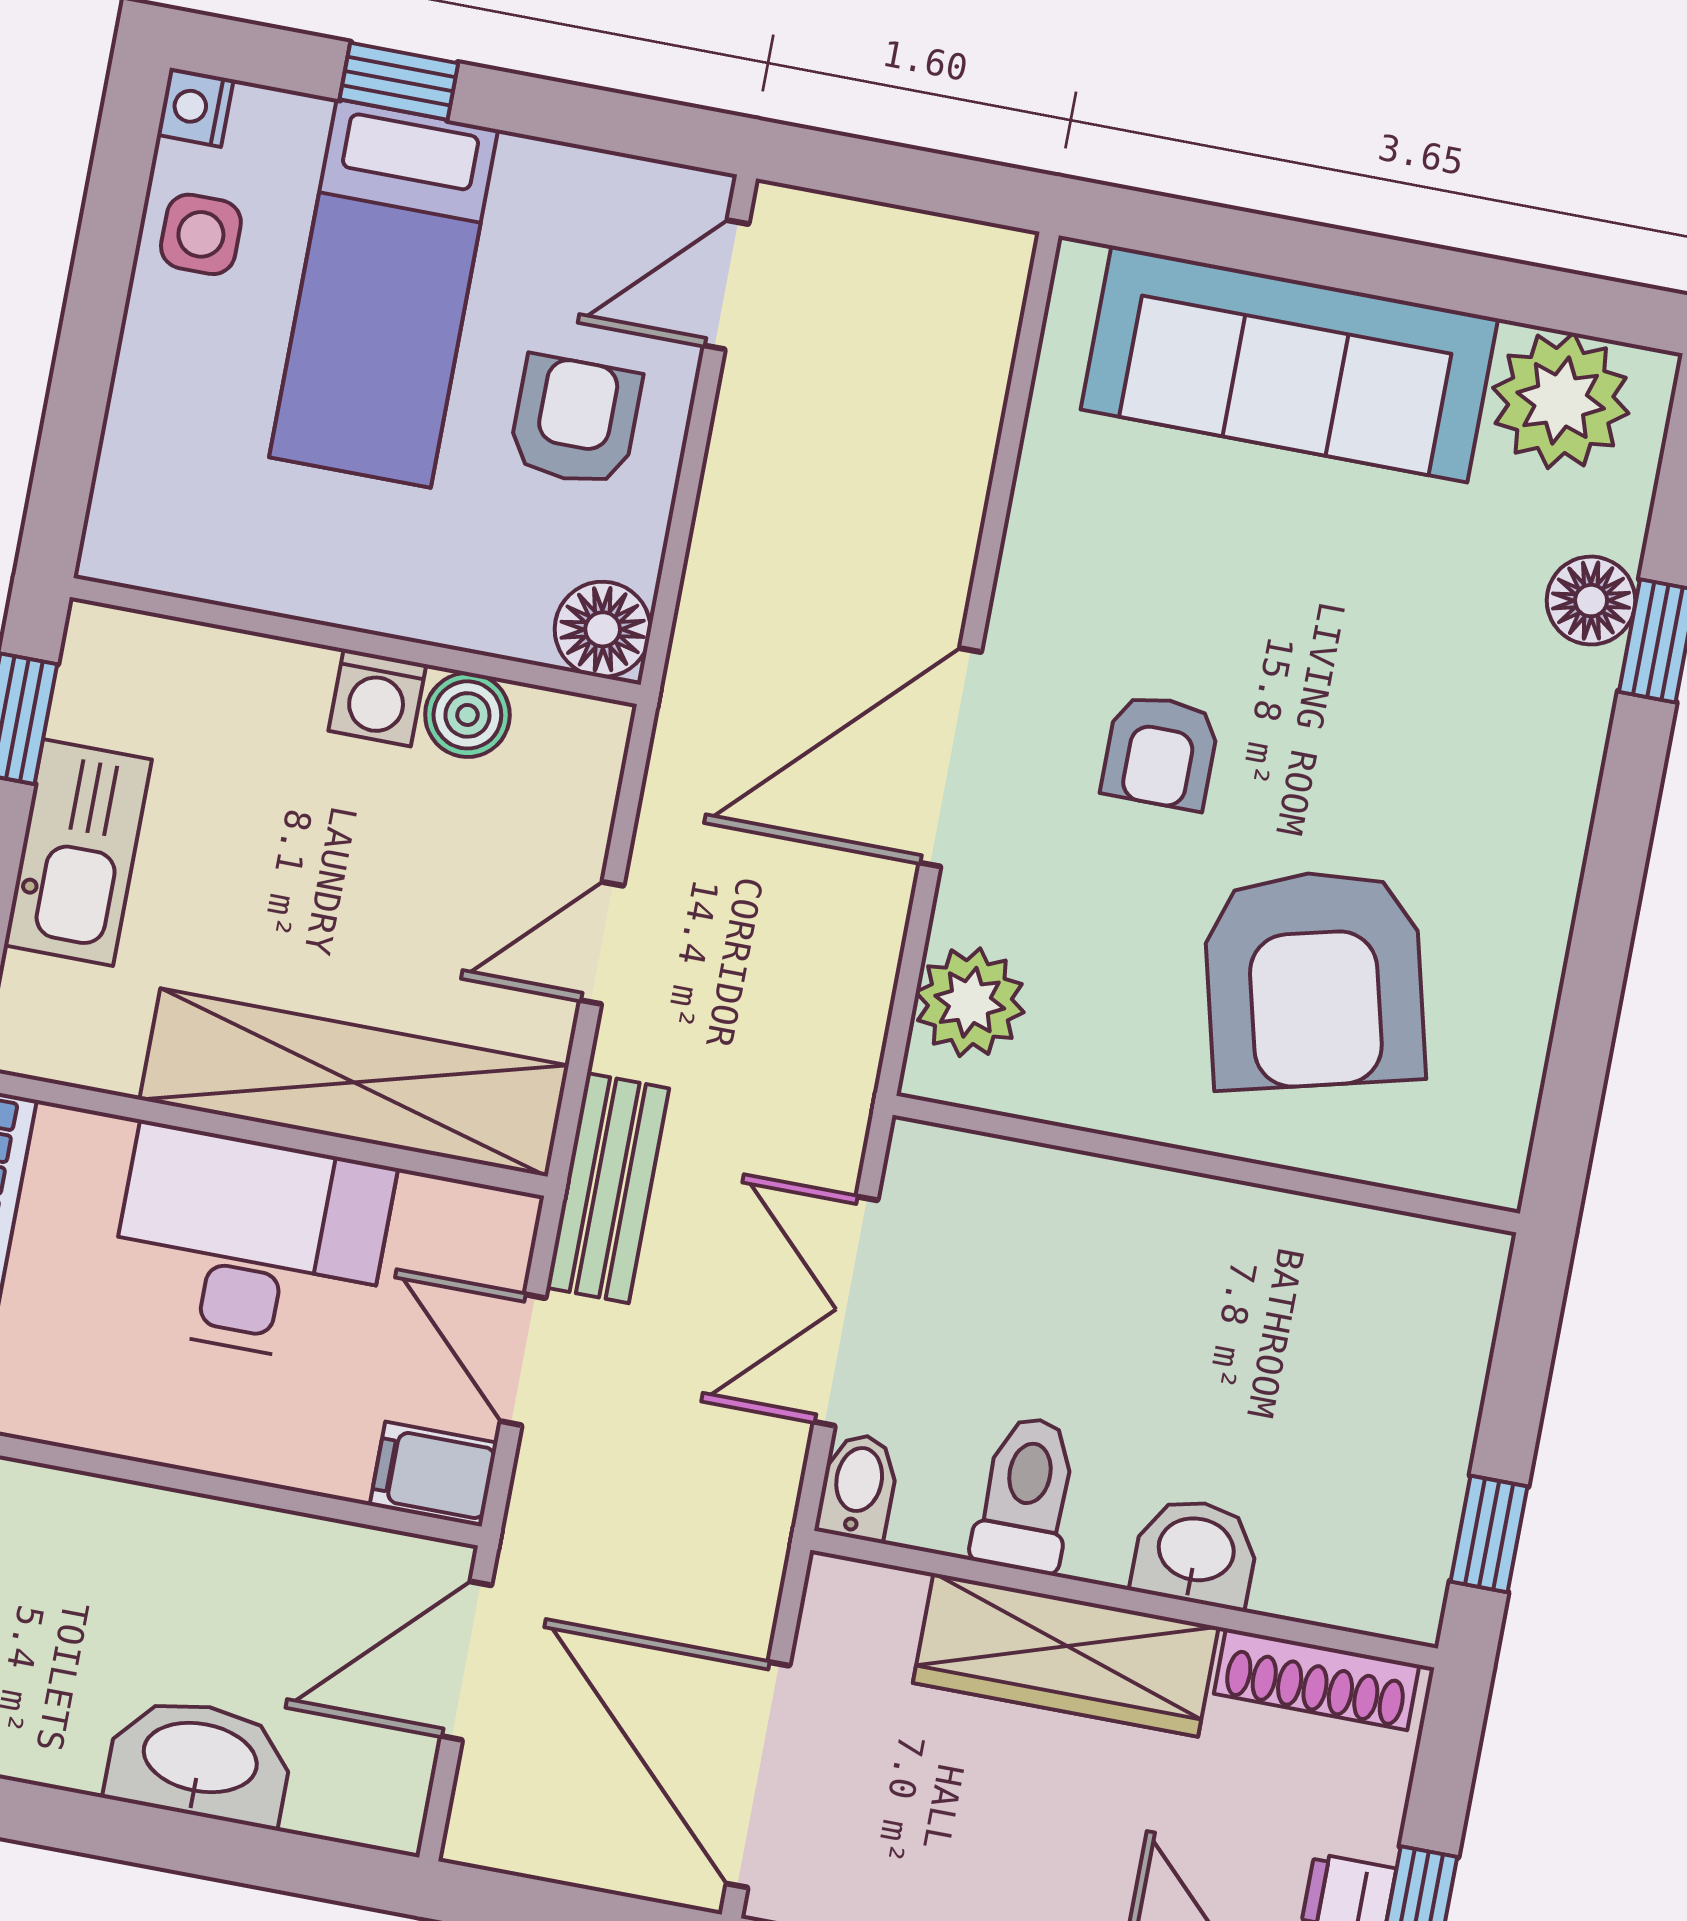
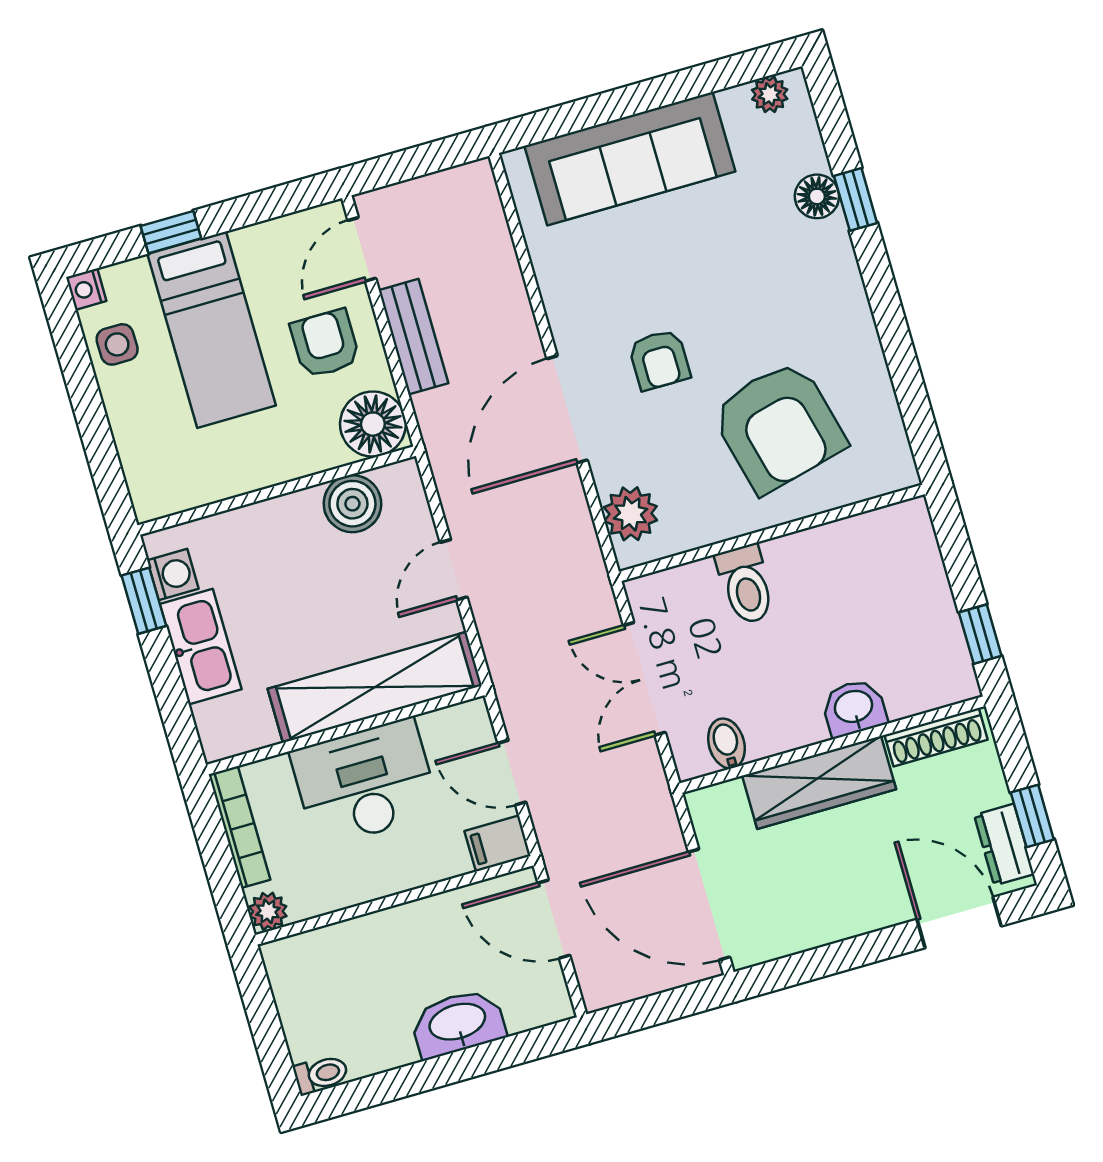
plant: (1561, 401) -> (770, 94), width x0.53, depth x0.53
floor lamp: (603, 629) -> (373, 424), width x1.38, depth x1.38
washing machine: (377, 698) -> (173, 574), moved, turned -90
boiler: (467, 715) -> (352, 504), width x1.36, depth x1.36
bench: (608, 1188) -> (413, 337), moved
bidet: (858, 1487) -> (726, 743), moved
toilet: (1026, 1494) -> (746, 584), moved, turned 180
door: (466, 1661) -> (554, 919), hinge flipped

